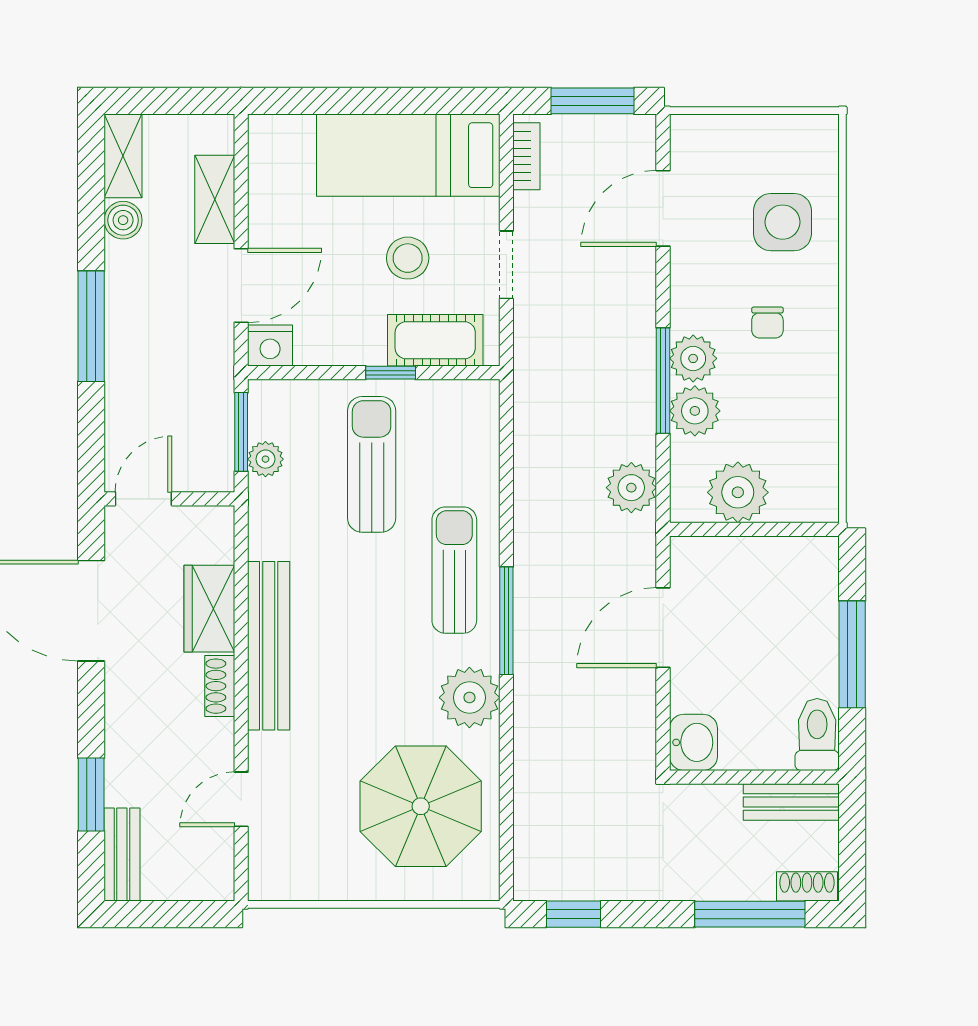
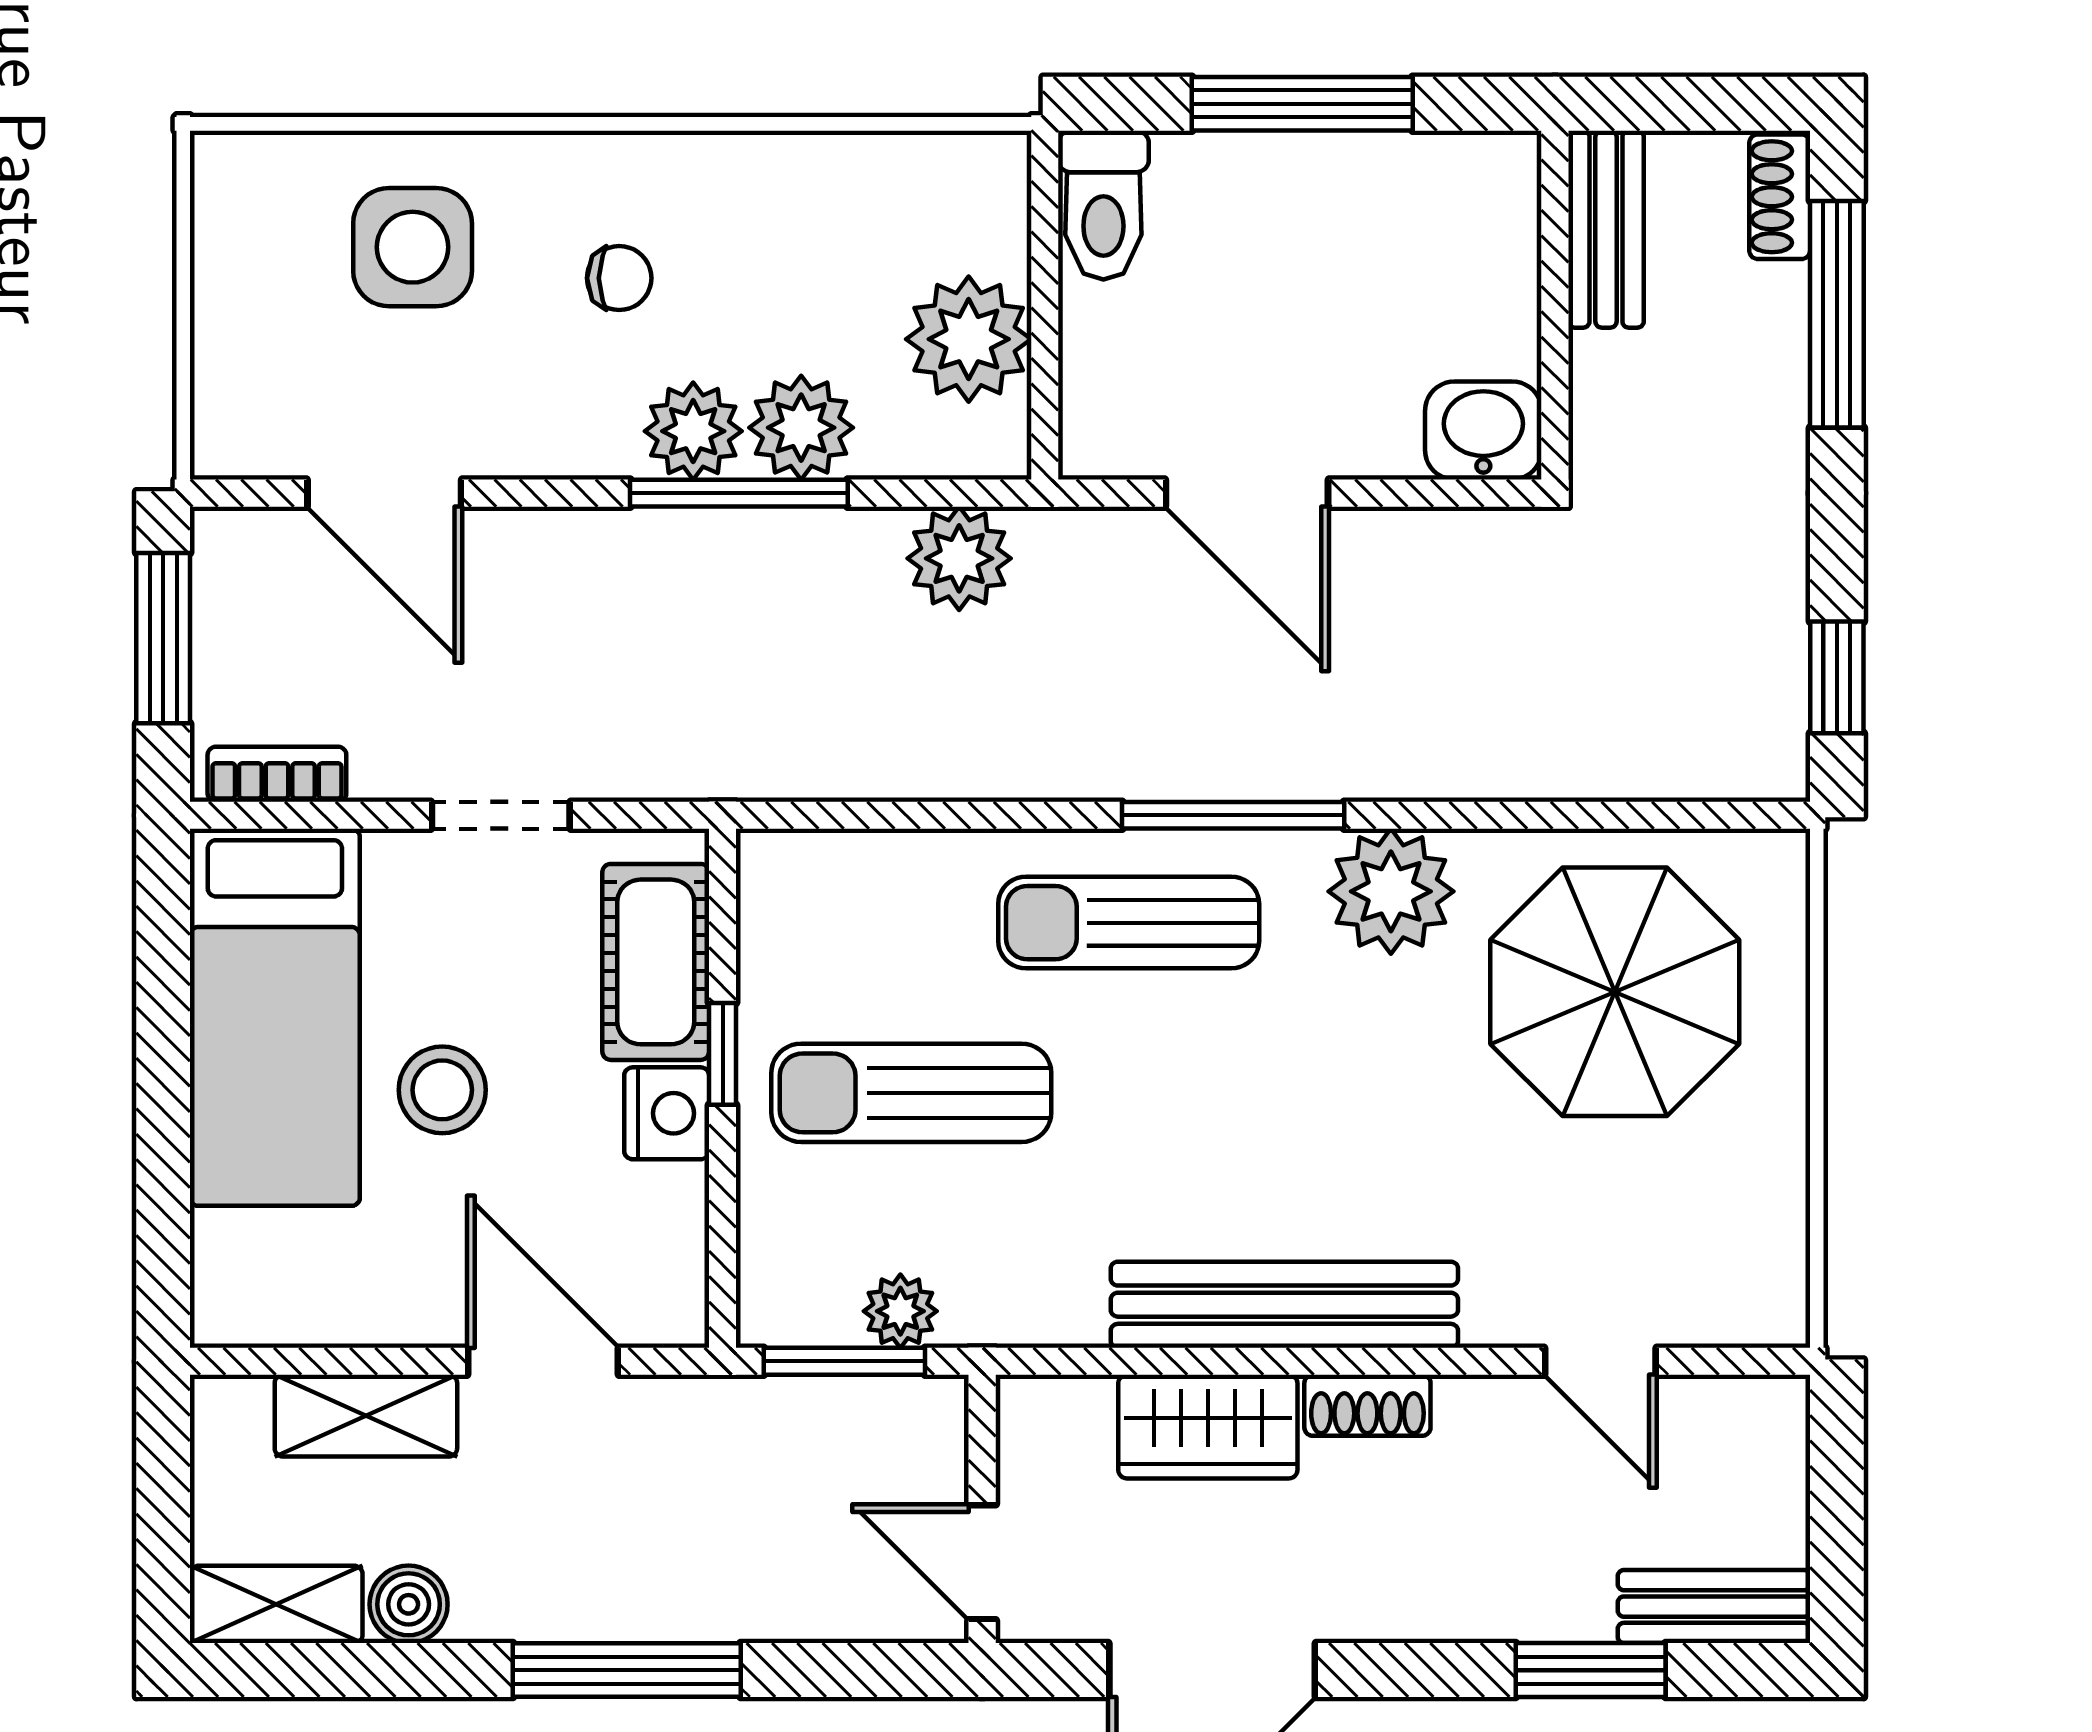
stool: (408, 258) -> (442, 1090), moved
nightstand: (270, 346) -> (667, 1113), moved
toilet: (817, 734) -> (1103, 205), moved, turned -90

